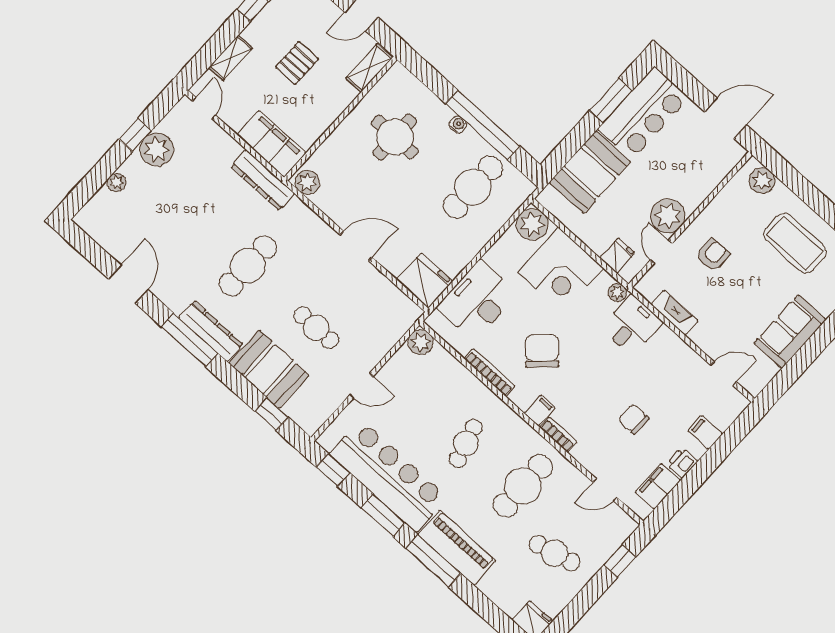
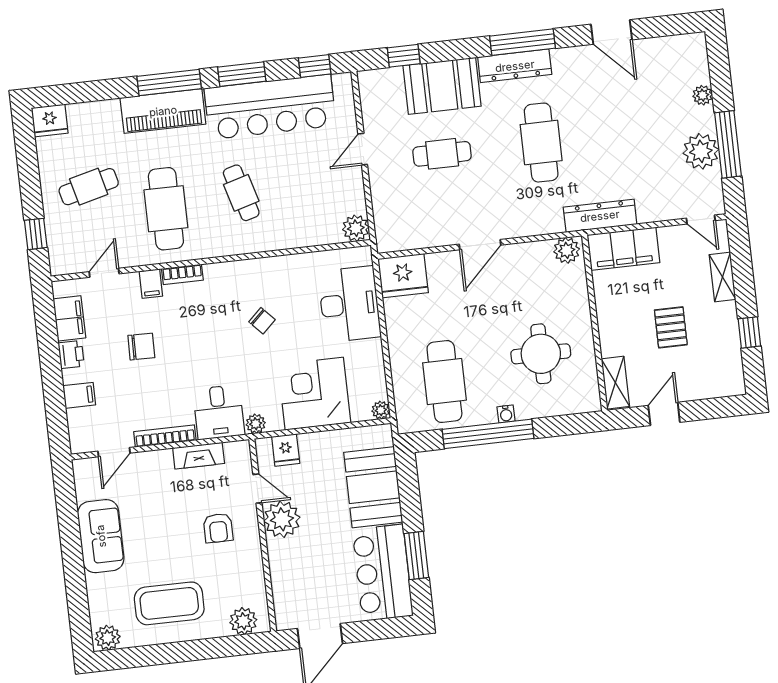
window: (135, 135) -> (728, 144), width x2.17
plant: (532, 224) -> (381, 410), width x0.53, depth x0.53
chair: (542, 351) -> (262, 321), width x0.54, depth x0.54
bookcase: (490, 372) -> (165, 436), moved, turned 180
filing cabinet: (540, 411) -> (151, 284), moved

